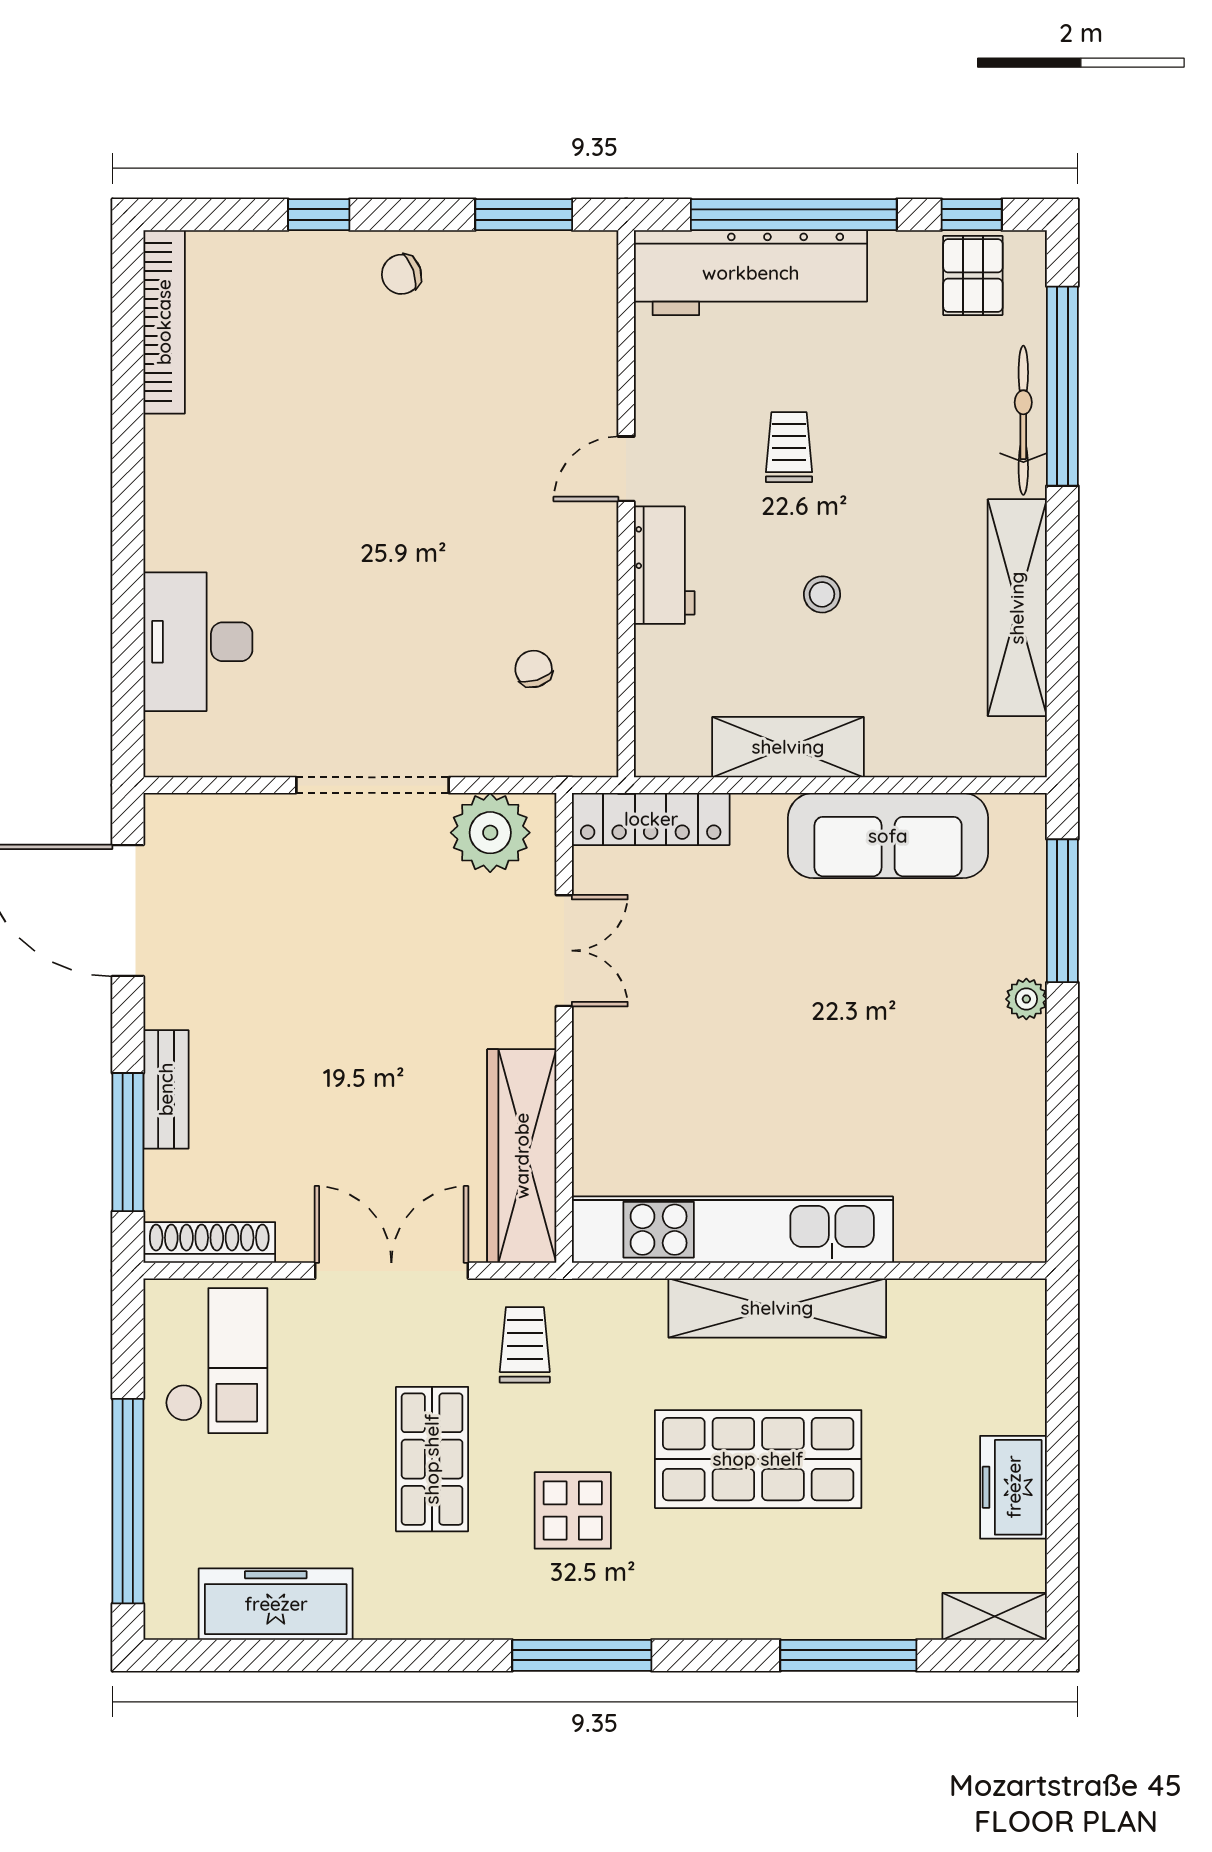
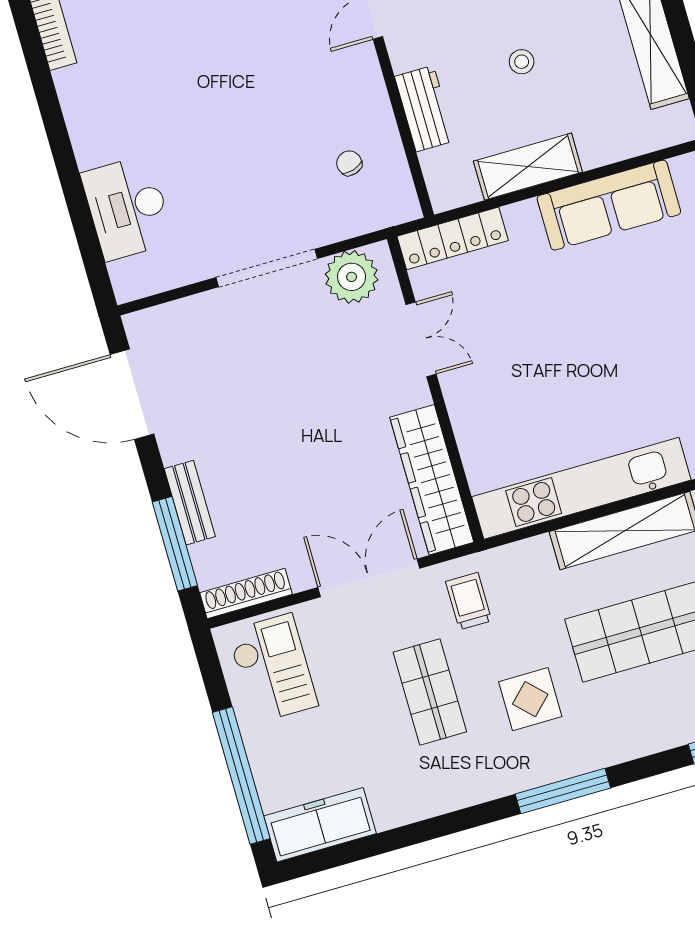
workbench: (664, 565) -> (425, 109), moved
freezer: (276, 1604) -> (320, 825), moved

